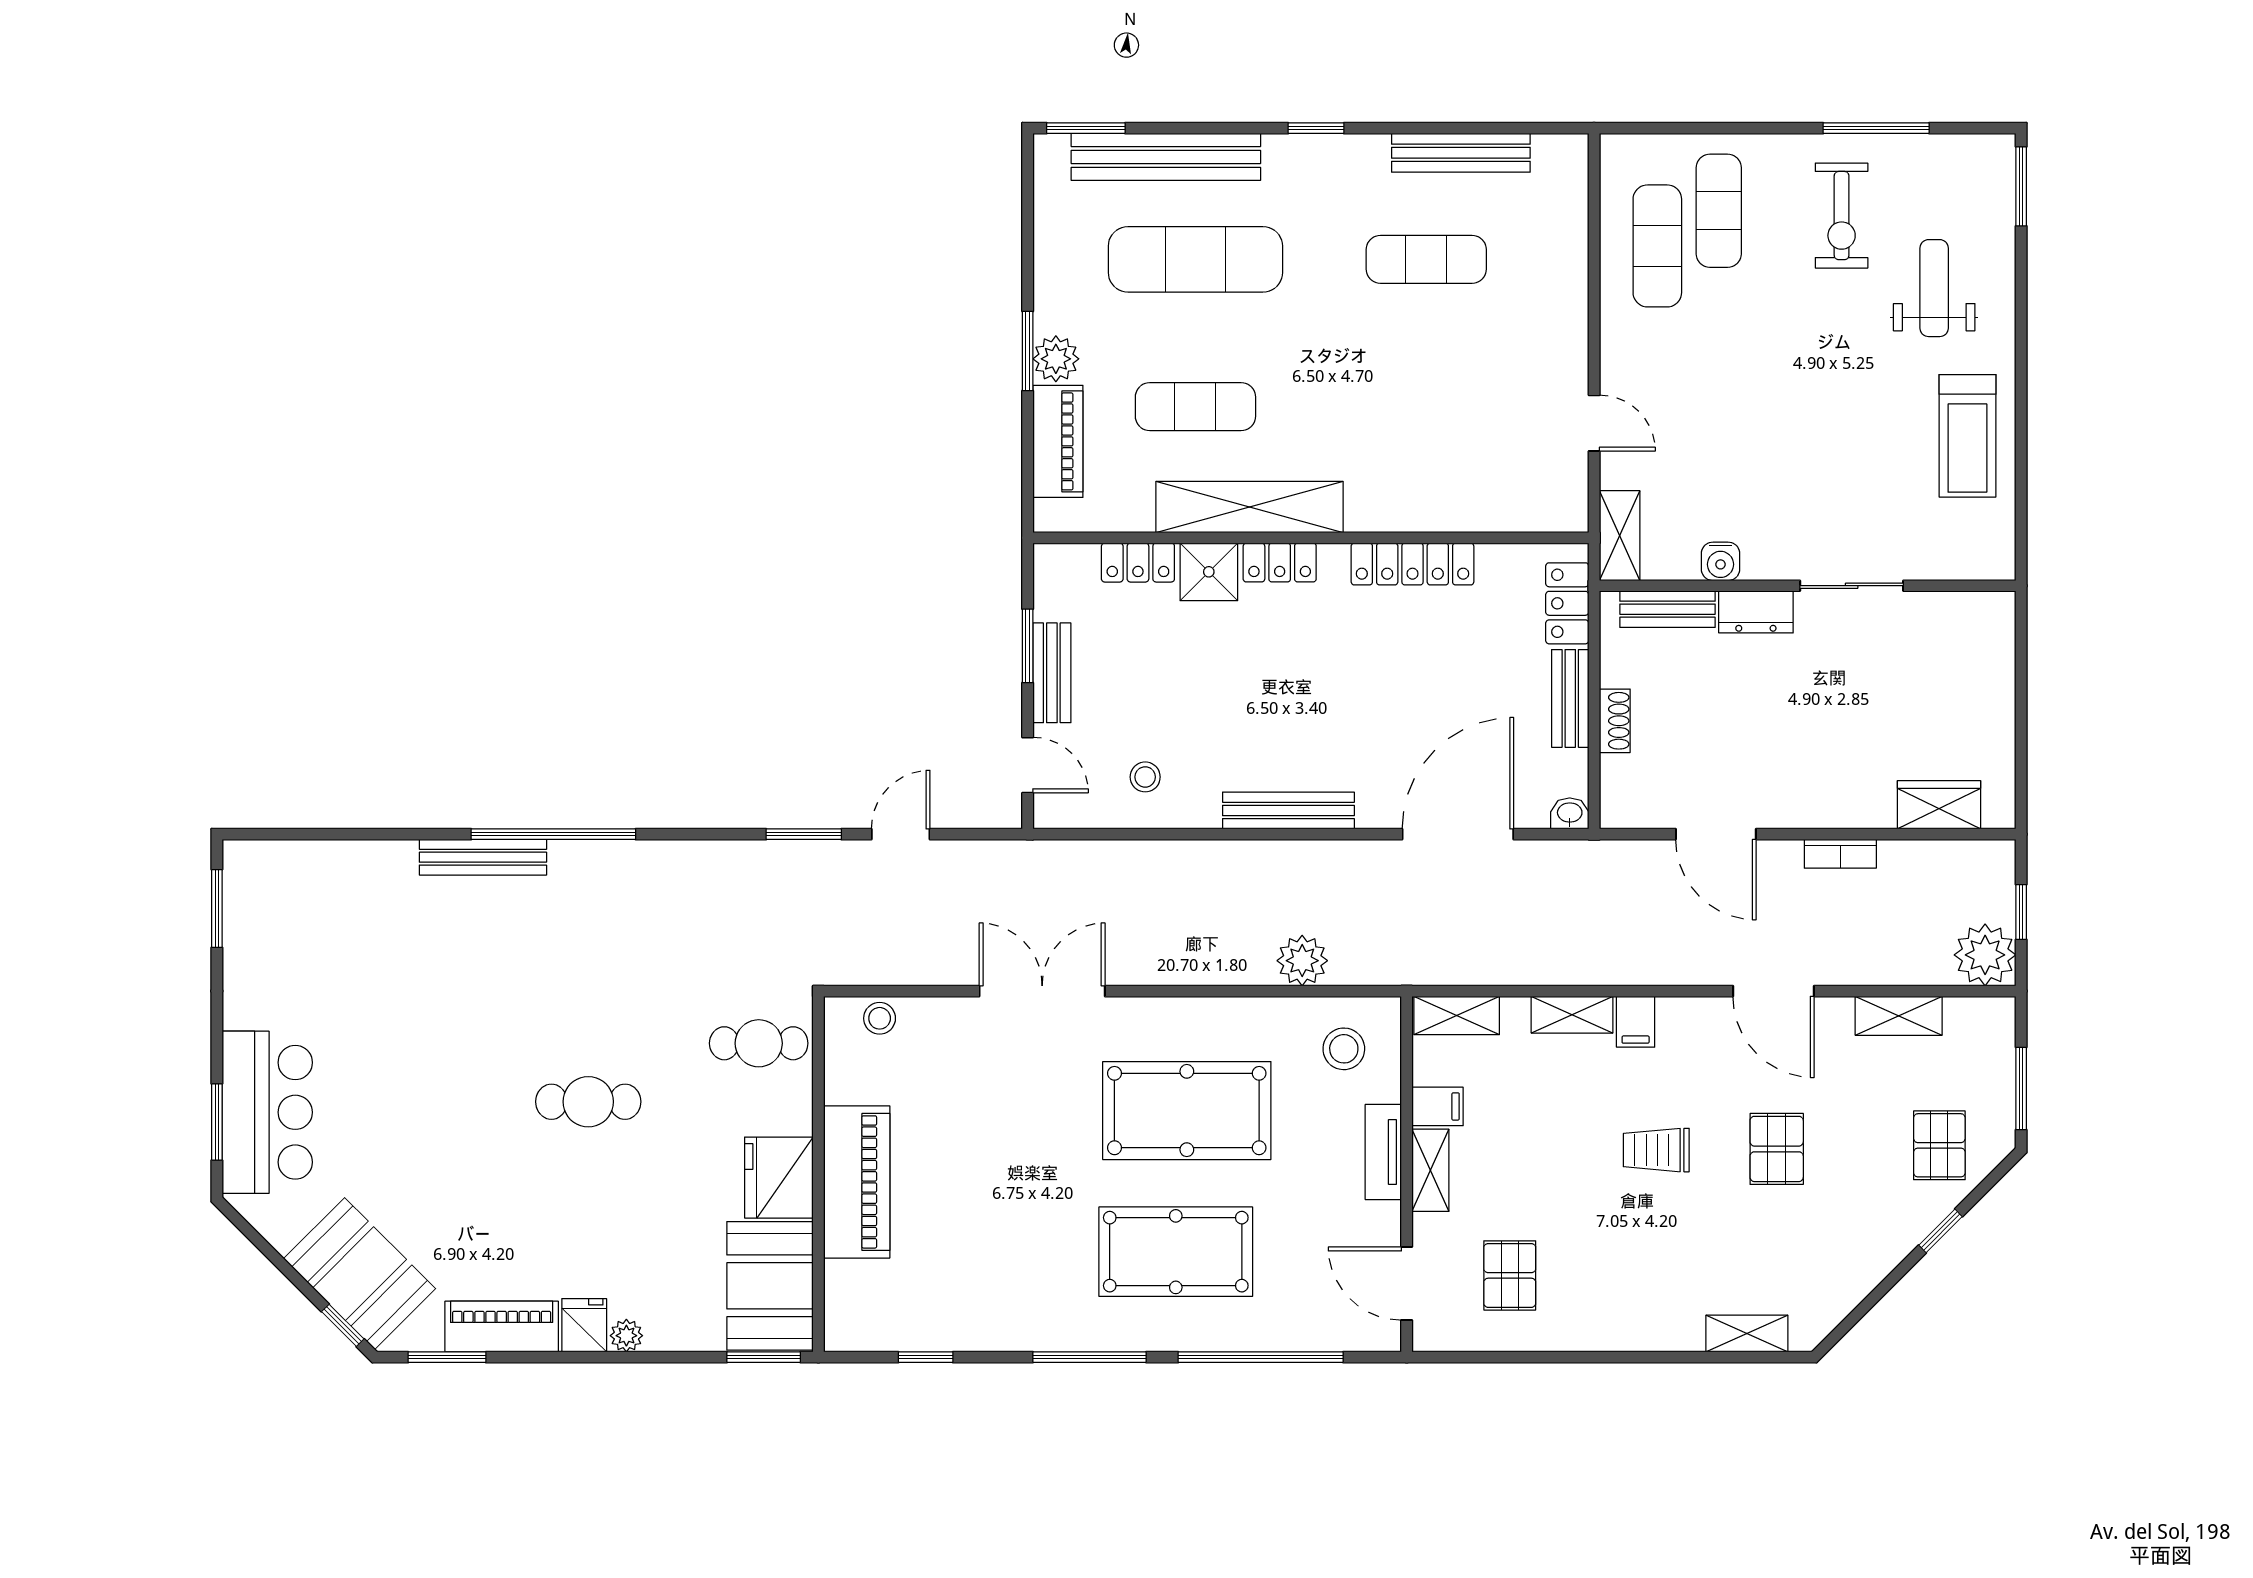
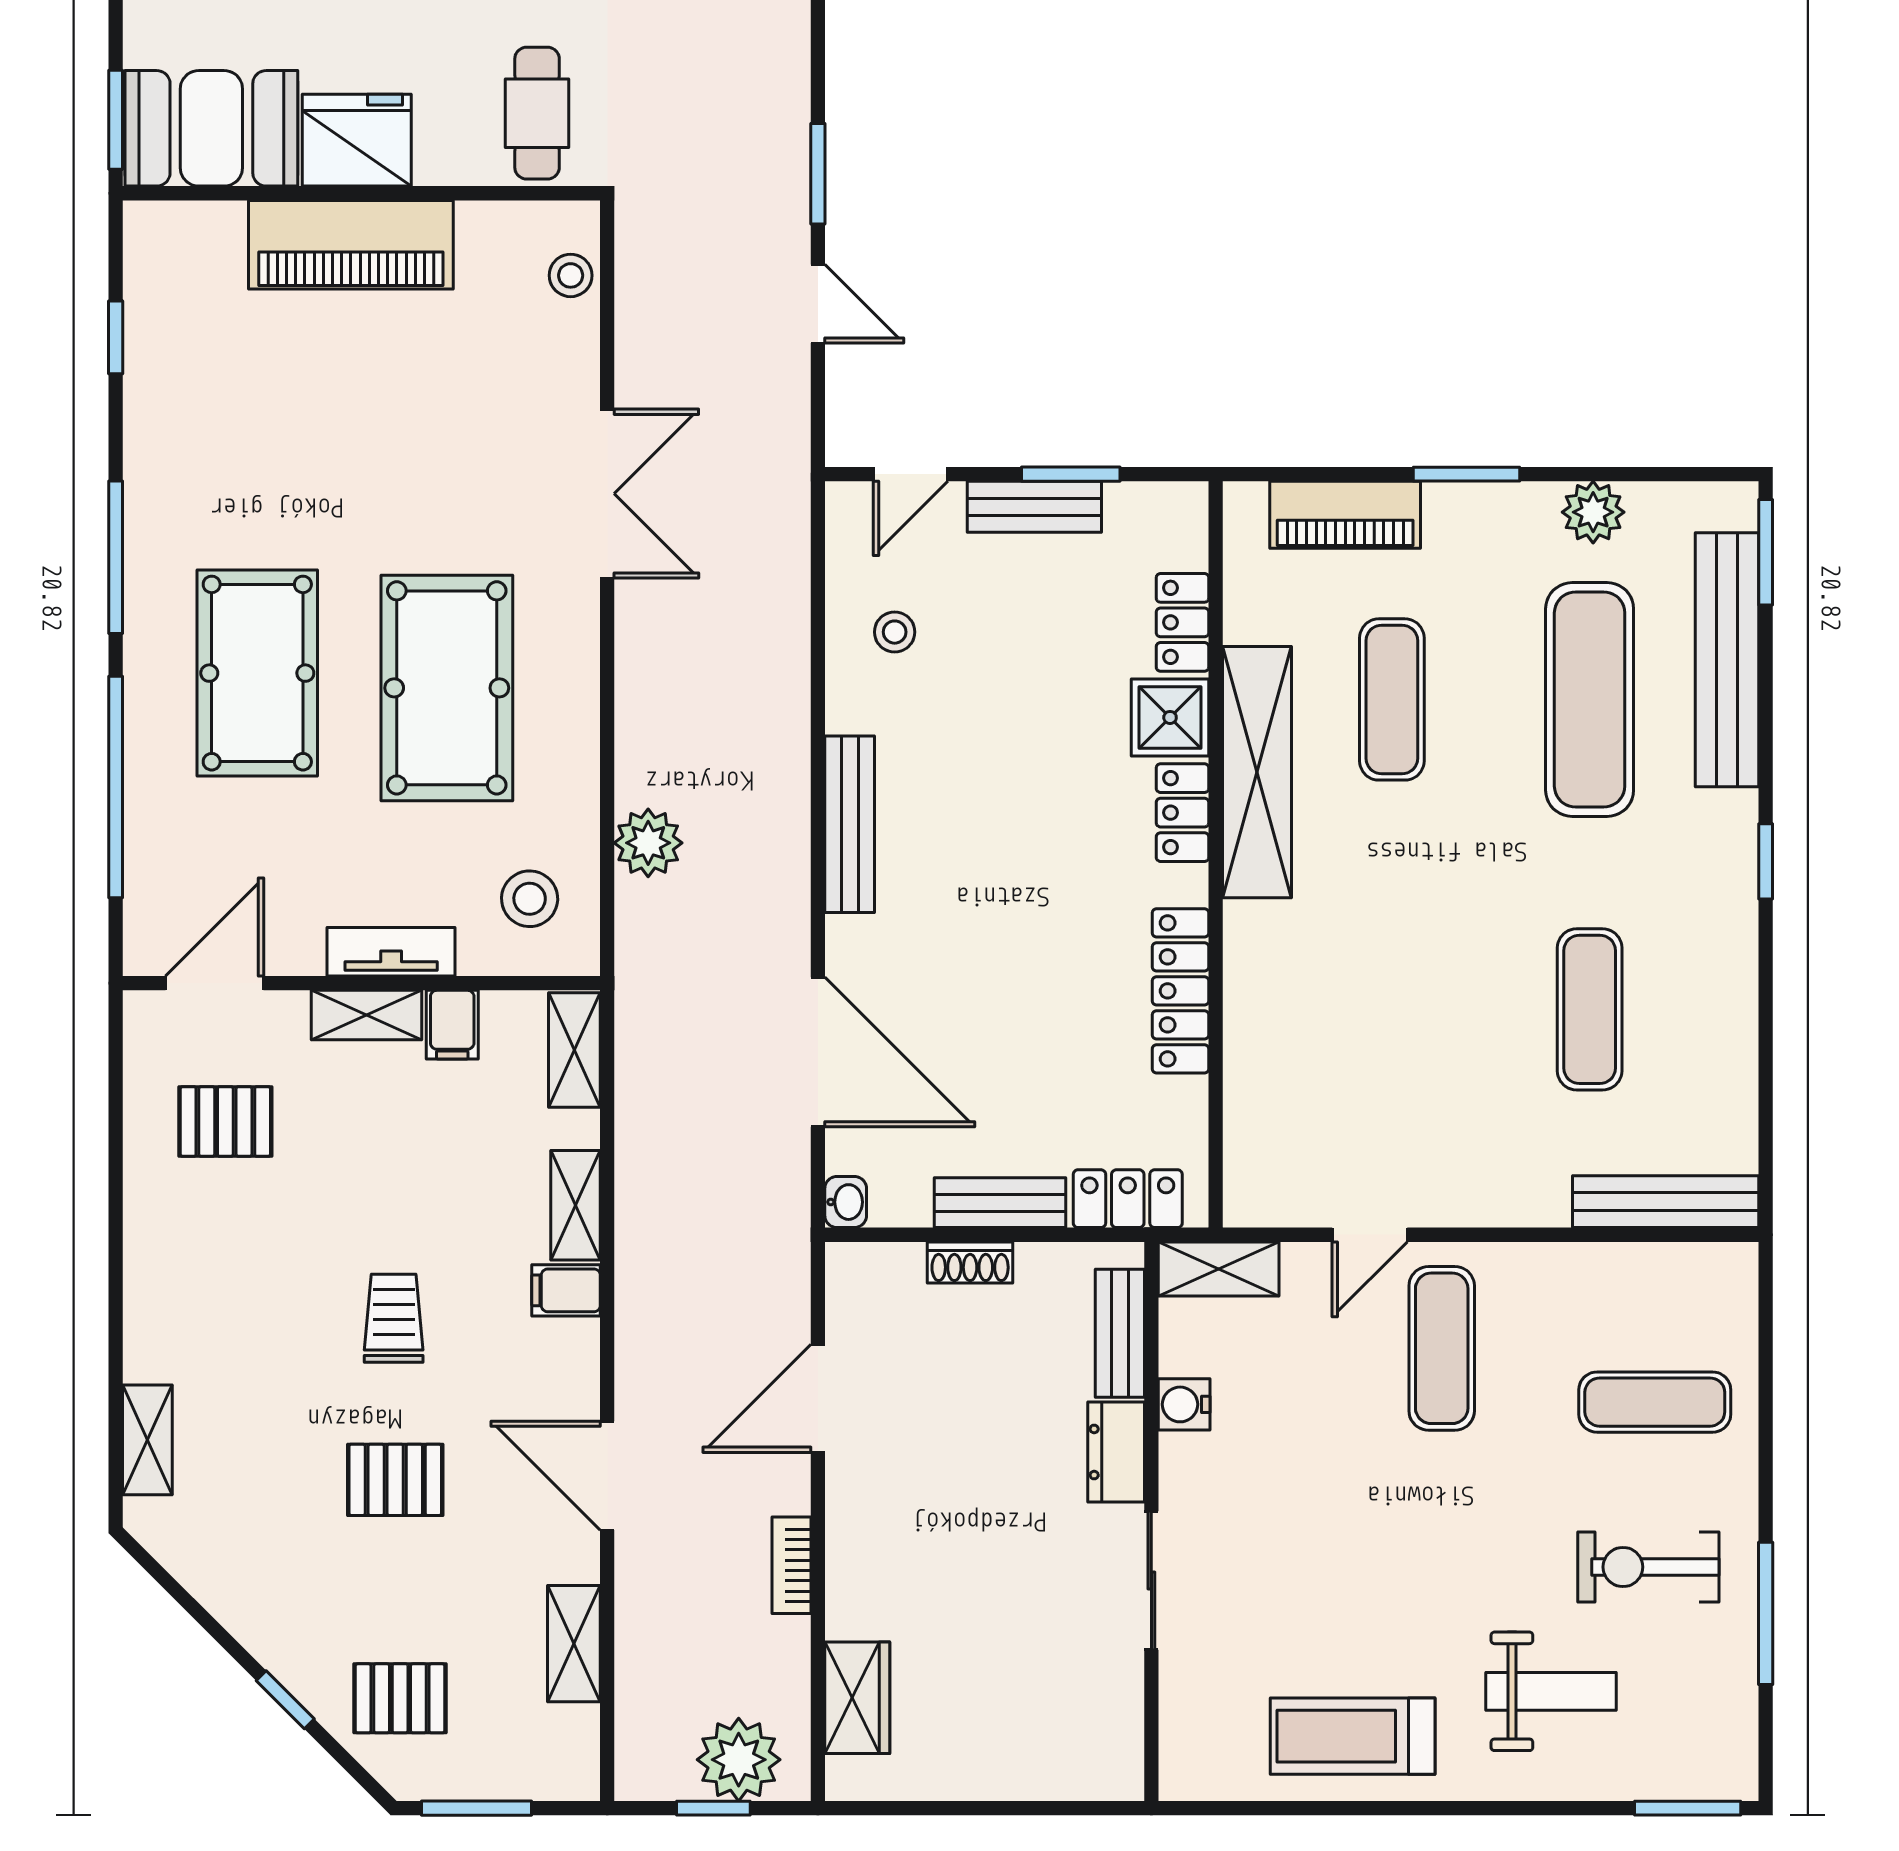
bench: (1461, 153) -> (1666, 1202), moved, turned 90
exercise mat: (1657, 246) -> (1442, 1348), moved, turned 90
plant: (1056, 359) -> (1593, 512), moved
plant: (1985, 955) -> (739, 1760), moved
door: (1774, 991) -> (607, 1476), hinge flipped

